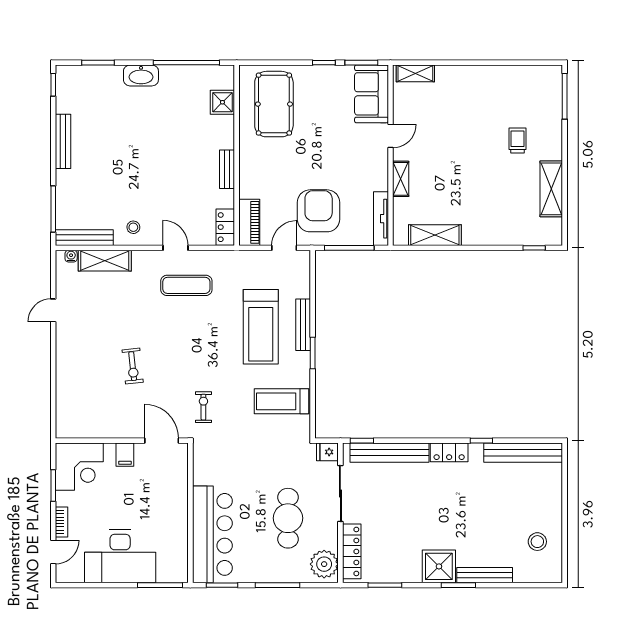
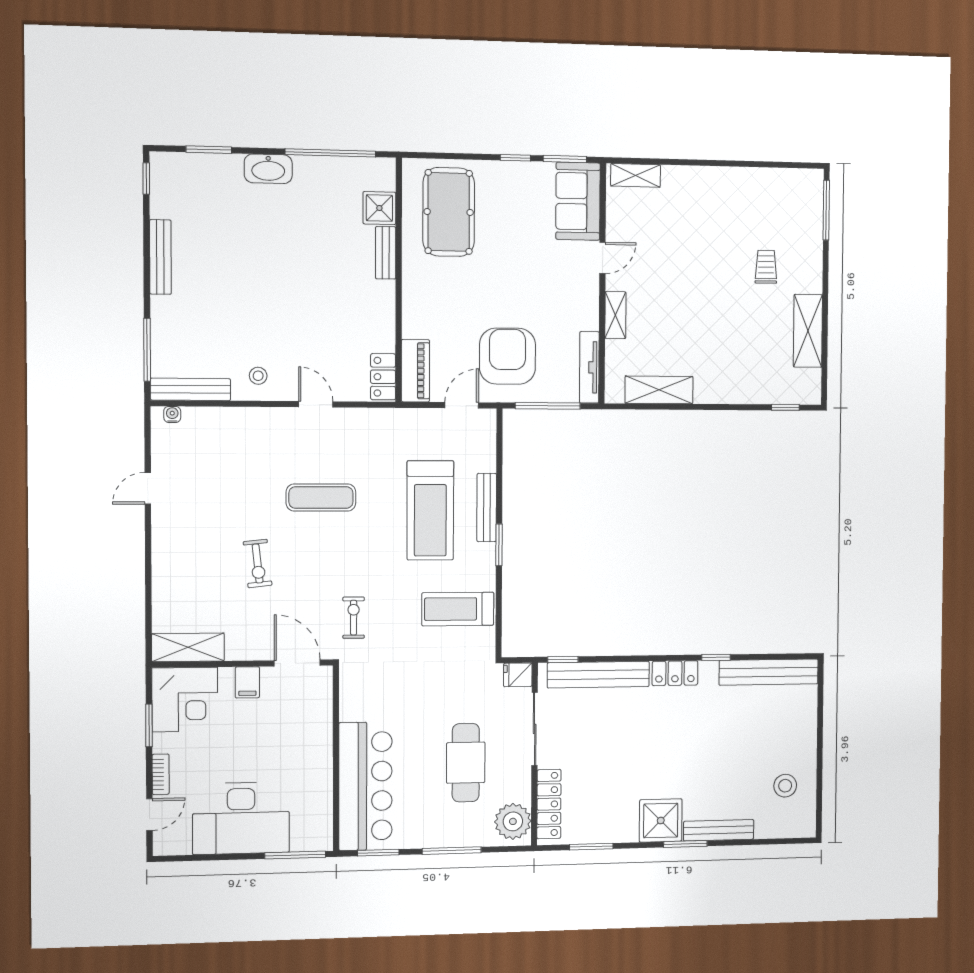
bench: (227, 169) -> (386, 253), moved
shelving: (105, 261) -> (188, 647), moved
exercise mat: (186, 285) -> (321, 497), moved

